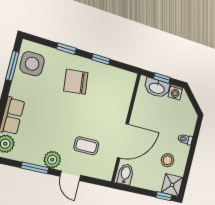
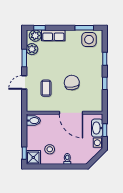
chair: (76, 82) -> (72, 83), moved
door: (123, 141) -> (71, 113), moved
plant: (52, 160) -> (32, 49), moved

